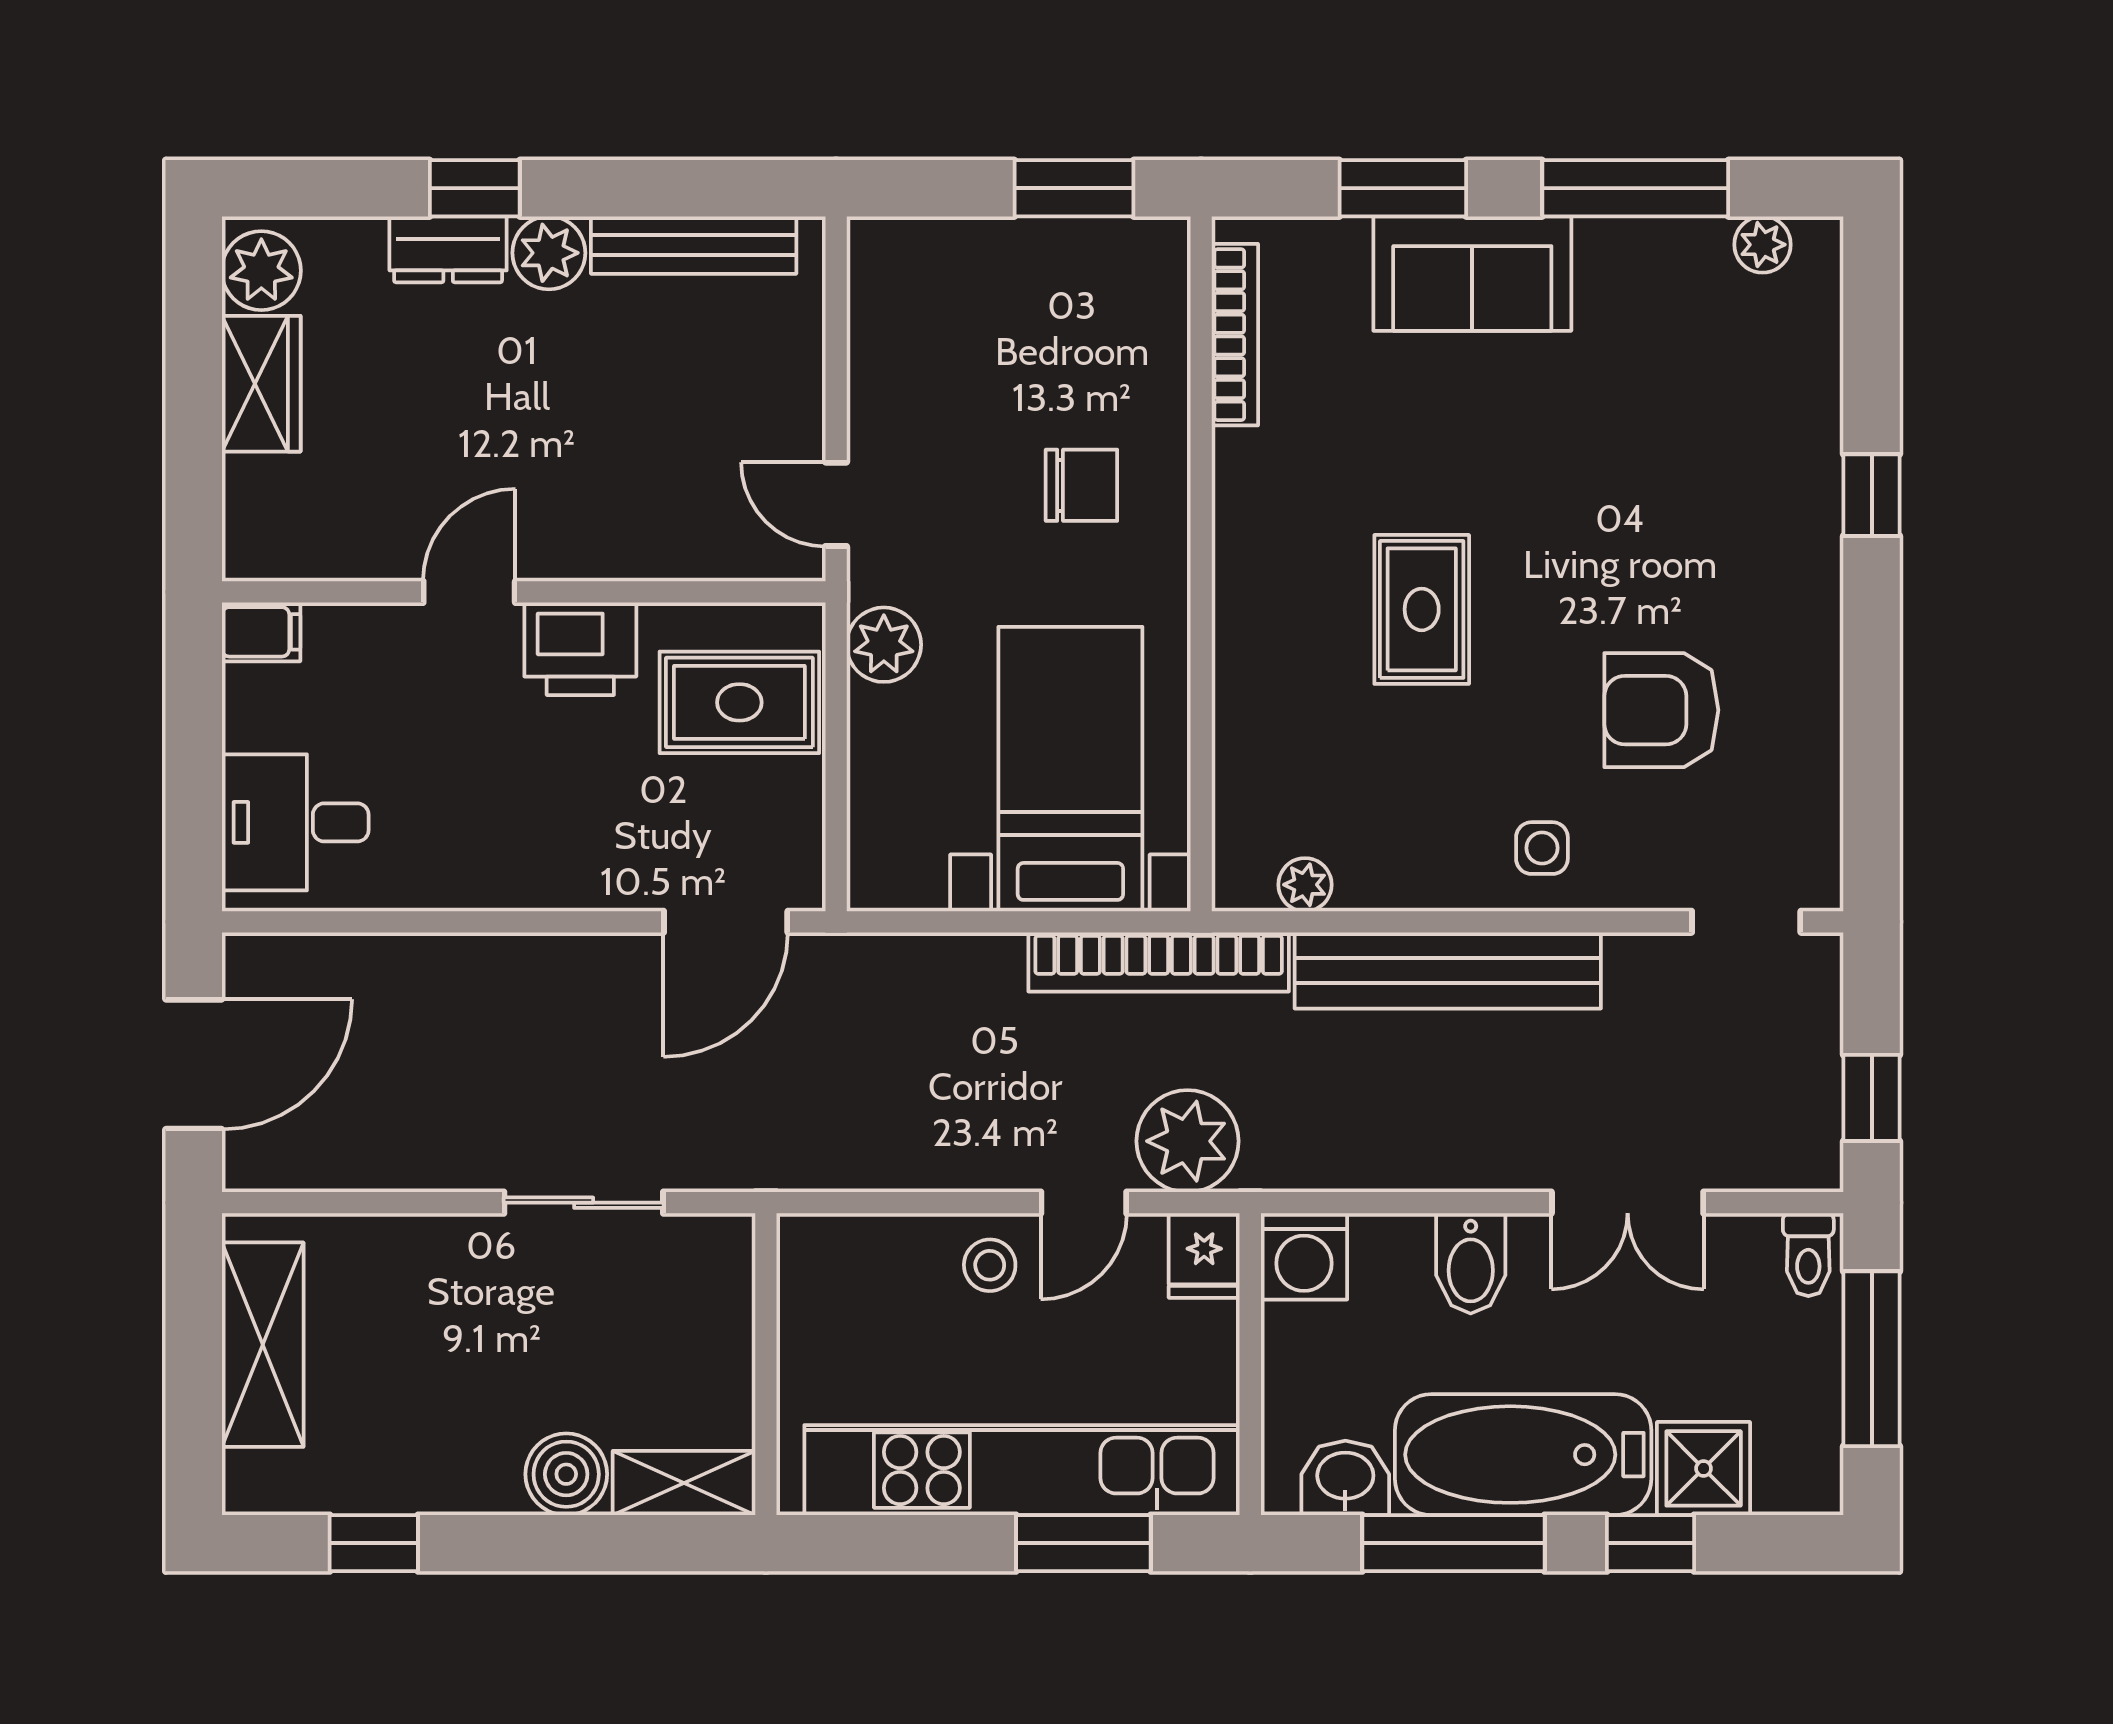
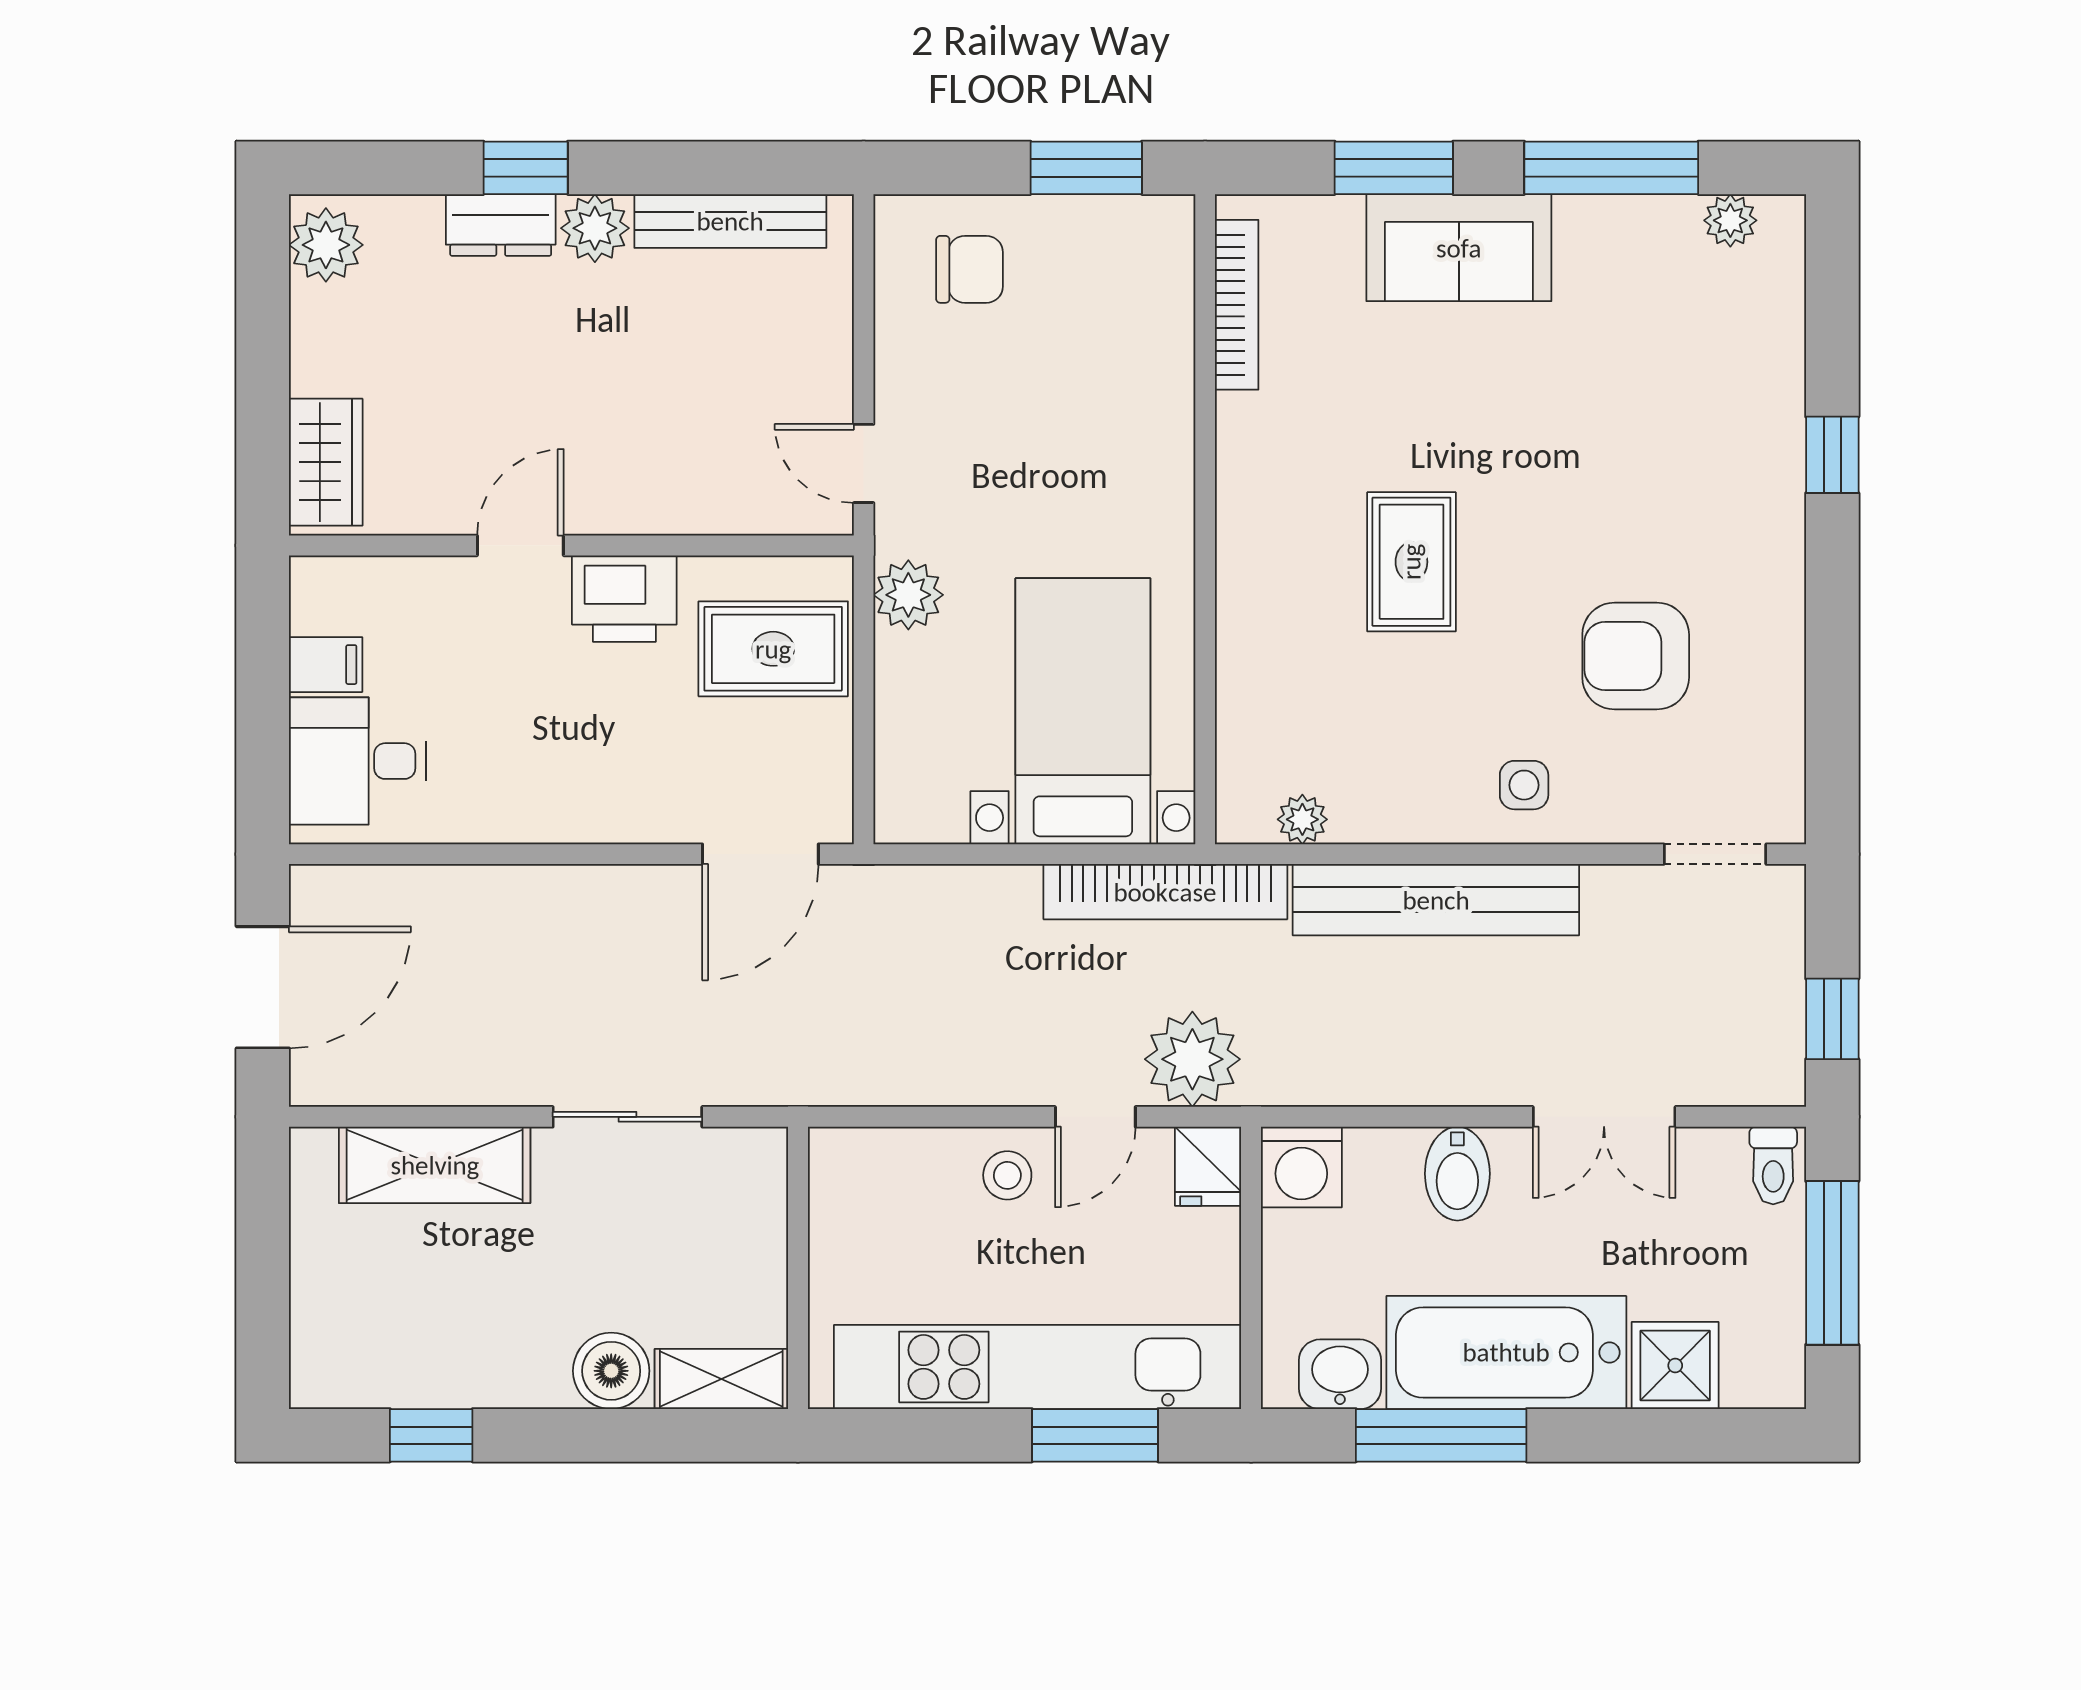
wardrobe: (261, 384) -> (326, 462), moved
chair: (1081, 485) -> (970, 269), moved
filing cabinet: (261, 632) -> (326, 665), moved
shelving: (263, 1345) -> (435, 1165), moved, turned 90
window: (1650, 1543) -> (1626, 1435), removed

